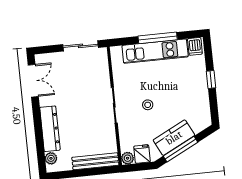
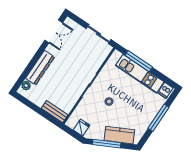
window: (158, 38) -> (139, 61), moved
window: (211, 80) -> (159, 118), width x2.17
kitchen counter: (174, 138) -> (119, 135), moved
plant: (128, 158) -> (71, 123), removed
bench: (95, 161) -> (55, 112), width x0.73

